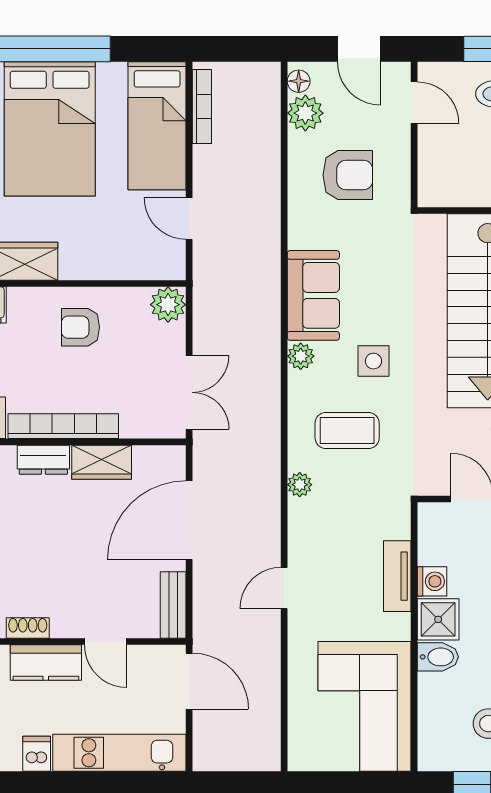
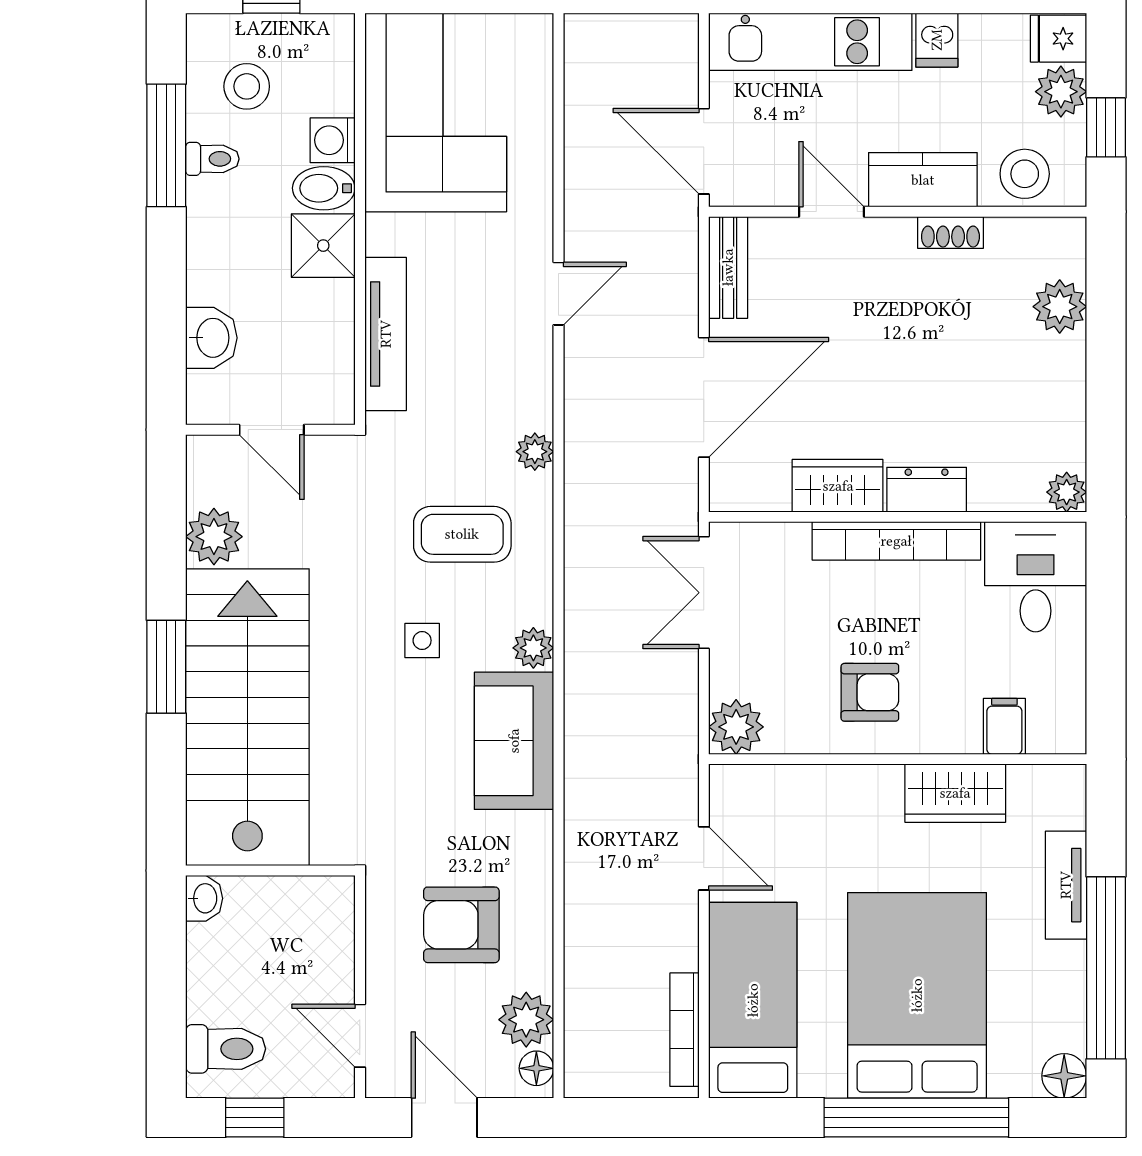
side table: (373, 361) -> (422, 640), width x0.73, depth x0.73
tv unit: (397, 576) -> (386, 334), width x1.41
washing machine: (432, 581) -> (333, 140), moved

